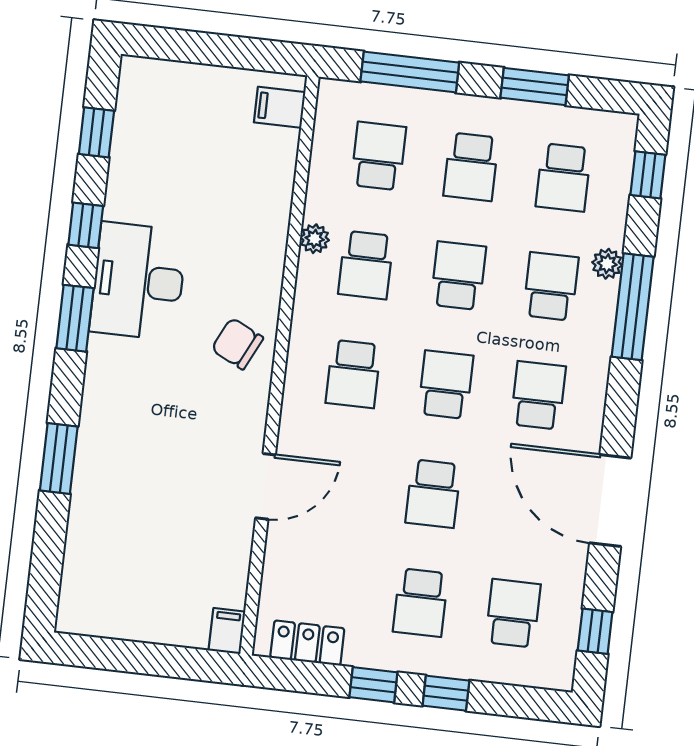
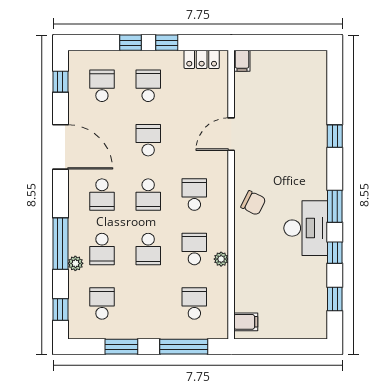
school desk: (378, 156) -> (194, 303), turned 180
school desk: (471, 167) -> (148, 303), removed
window: (59, 458) -> (335, 136), width x0.67
school desk: (513, 613) -> (102, 86), turned 180

